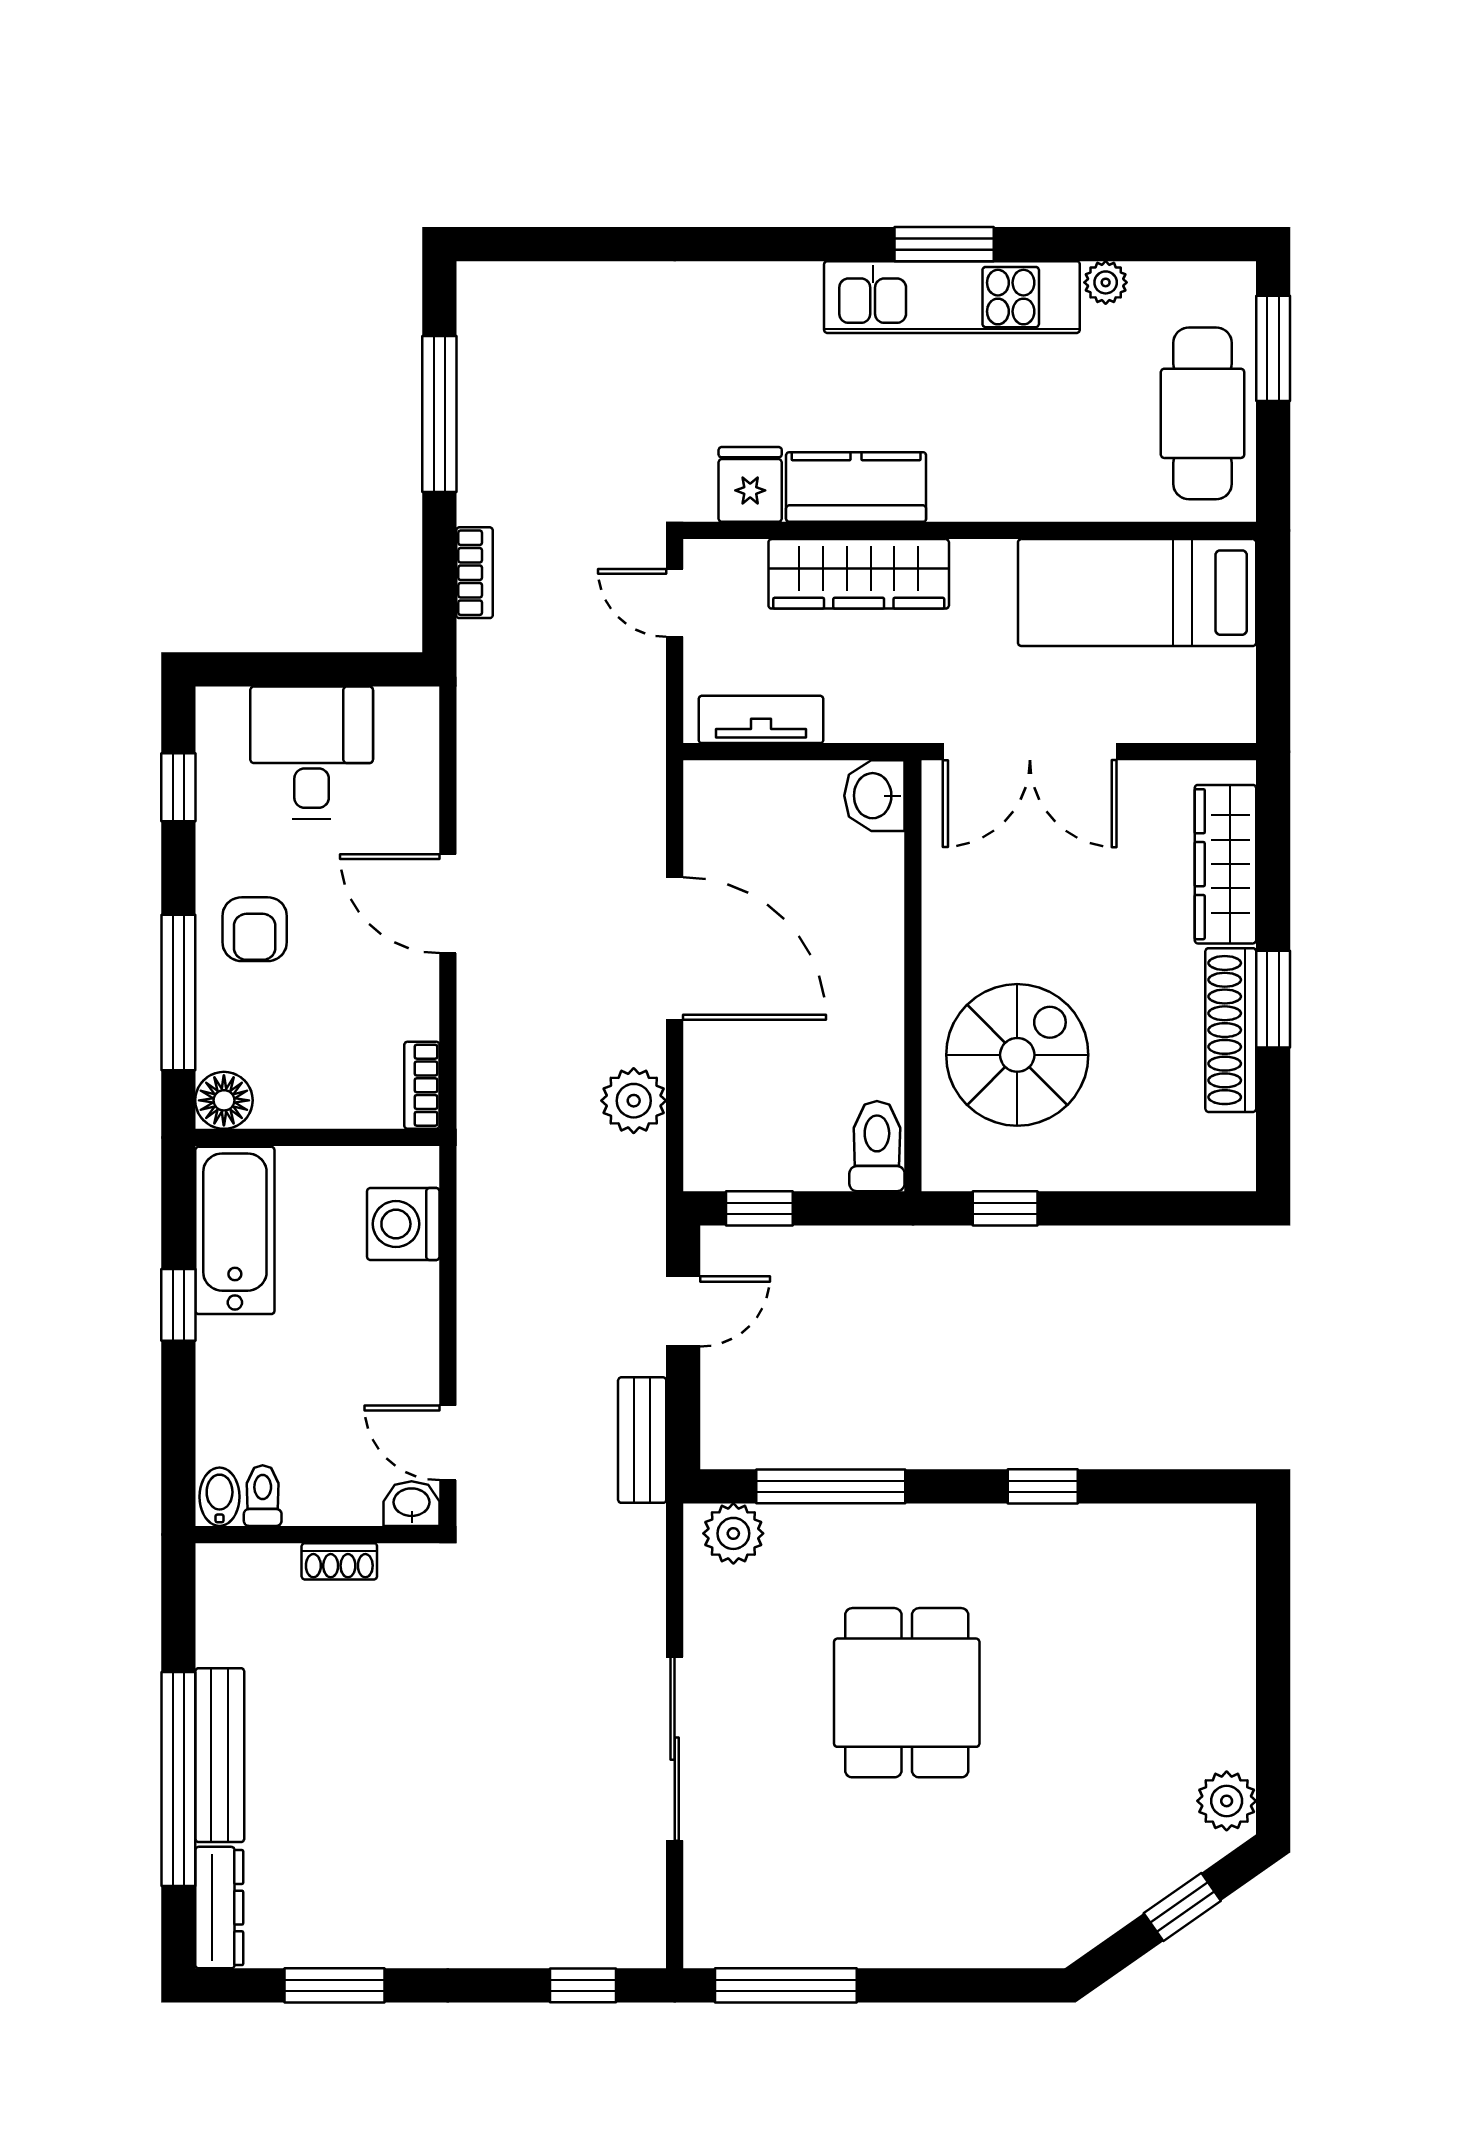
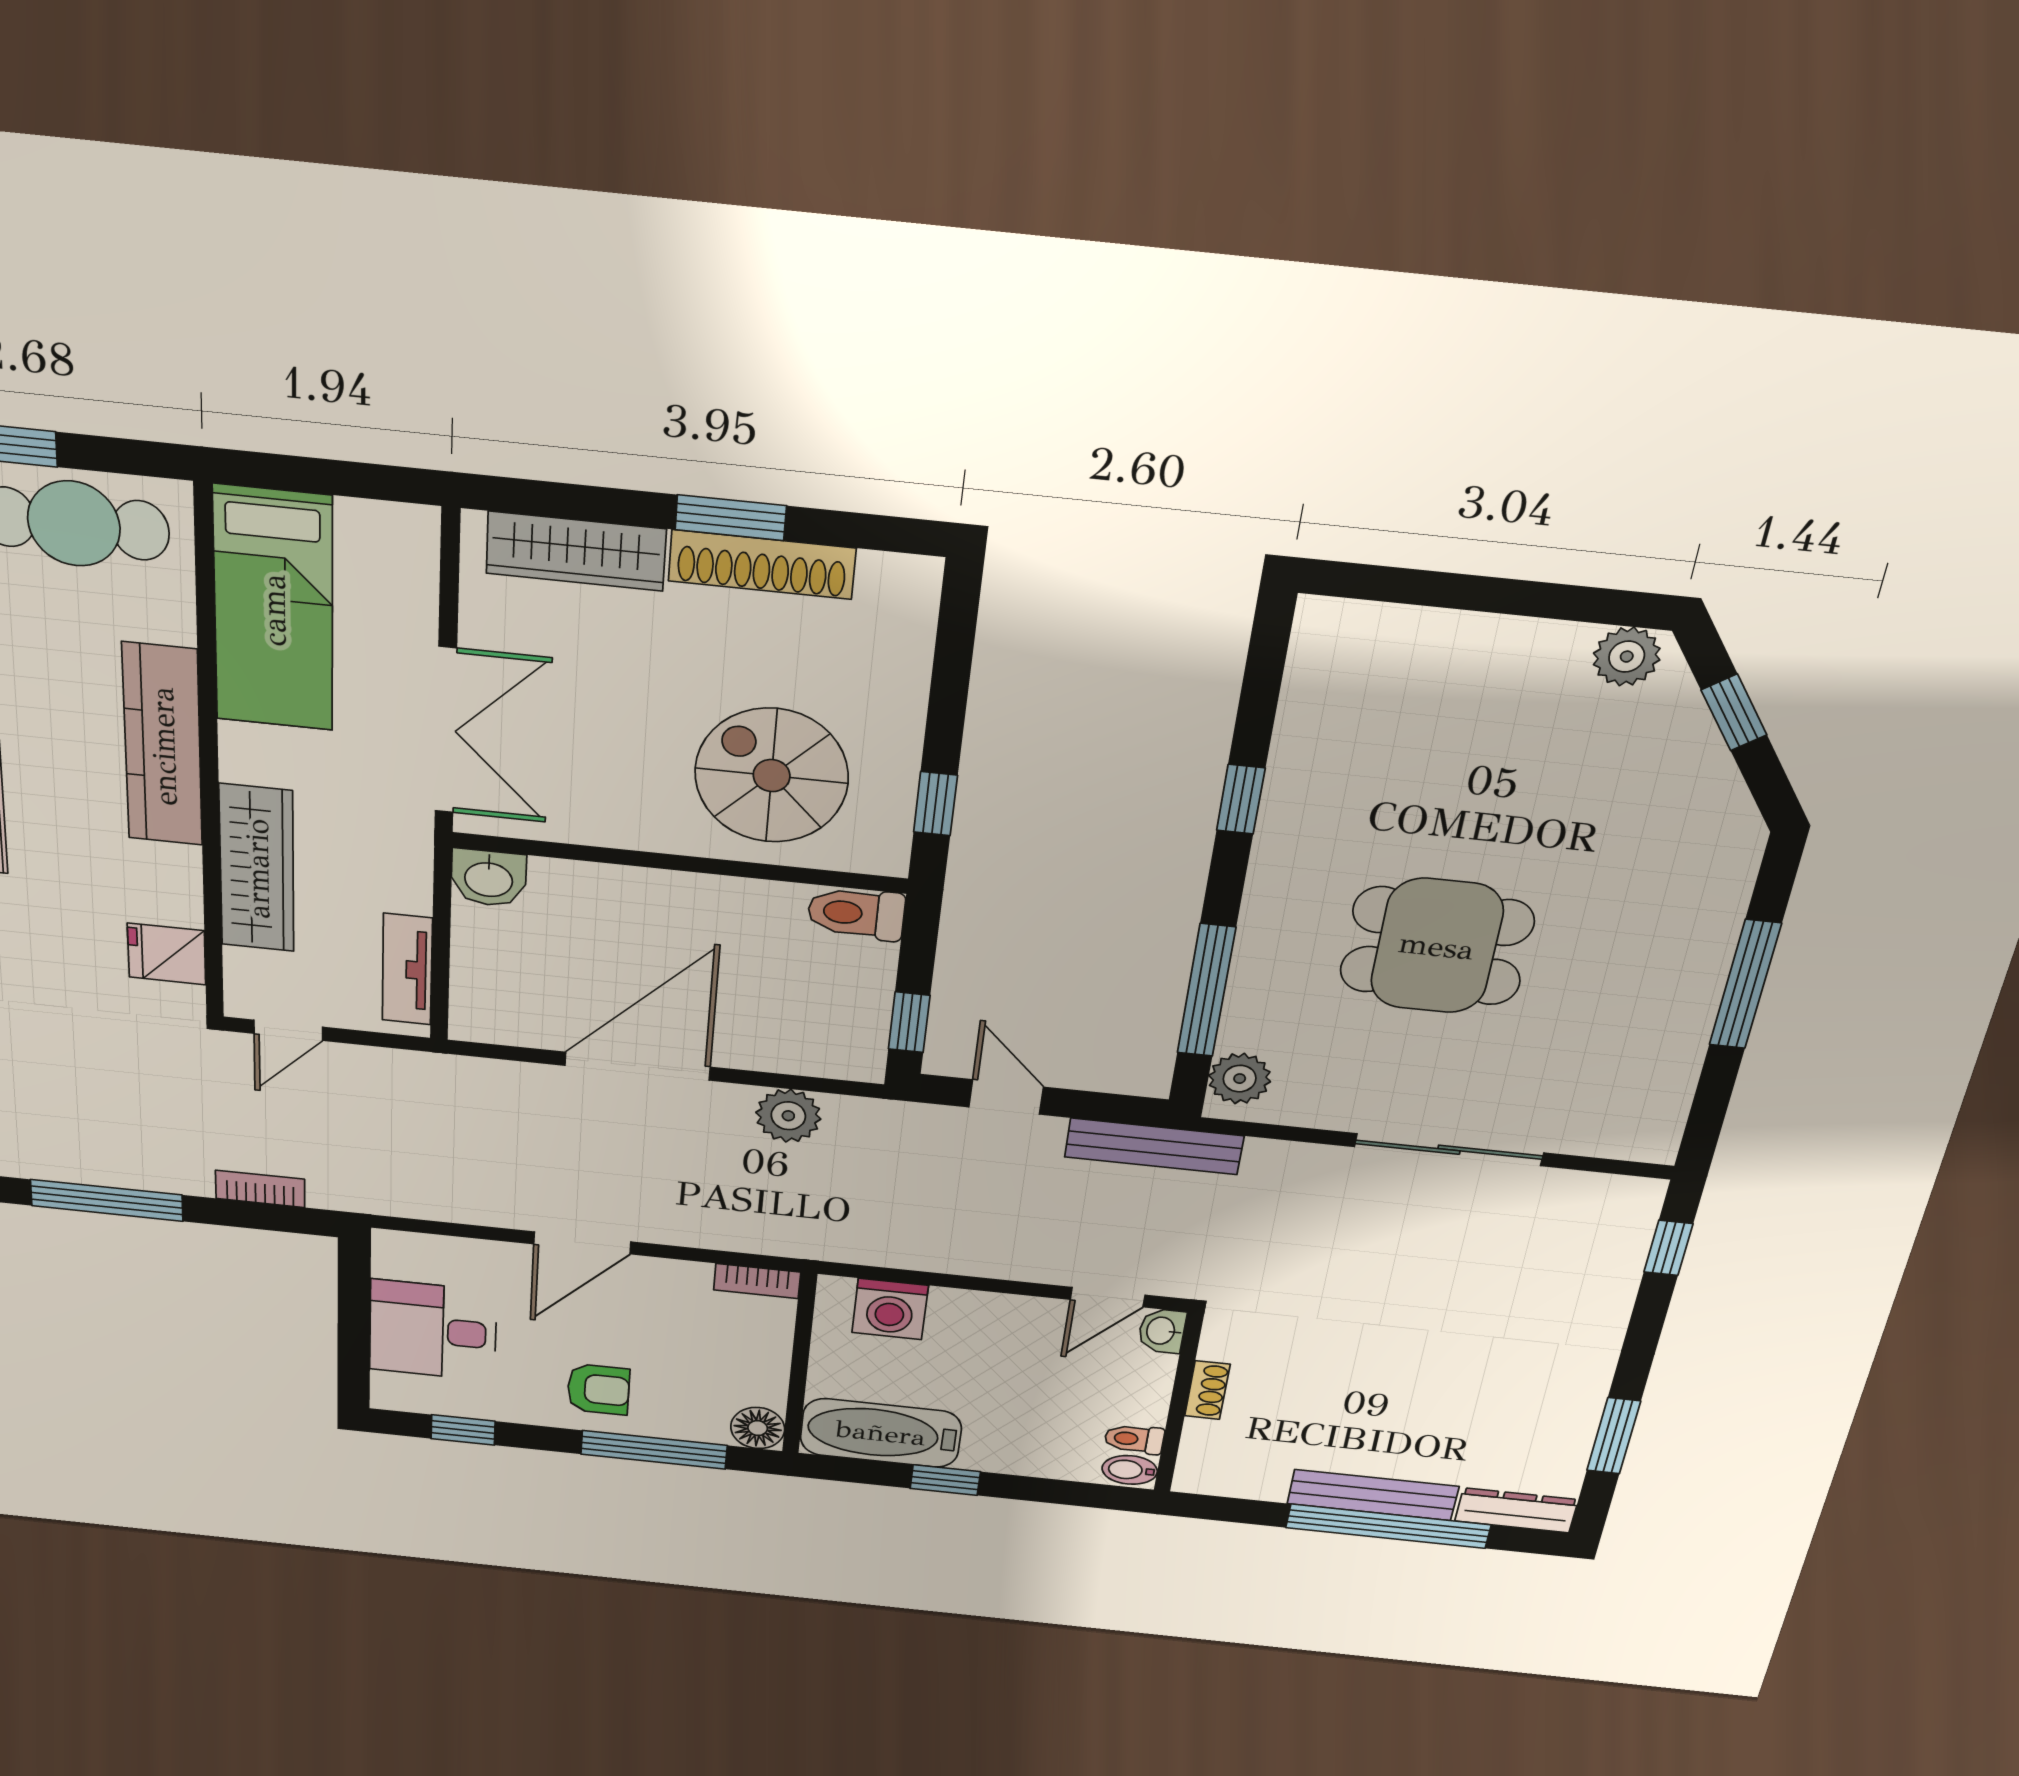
kitchen counter: (856, 487) -> (163, 745), moved, width x1.50
bench: (642, 1440) -> (1154, 1146), width x1.36
window: (786, 1985) -> (1745, 984), moved

